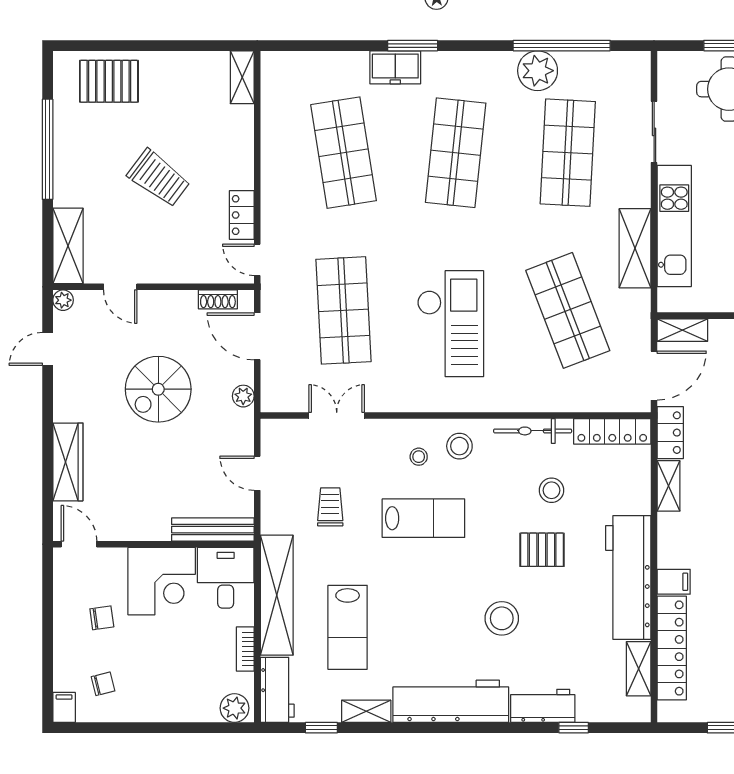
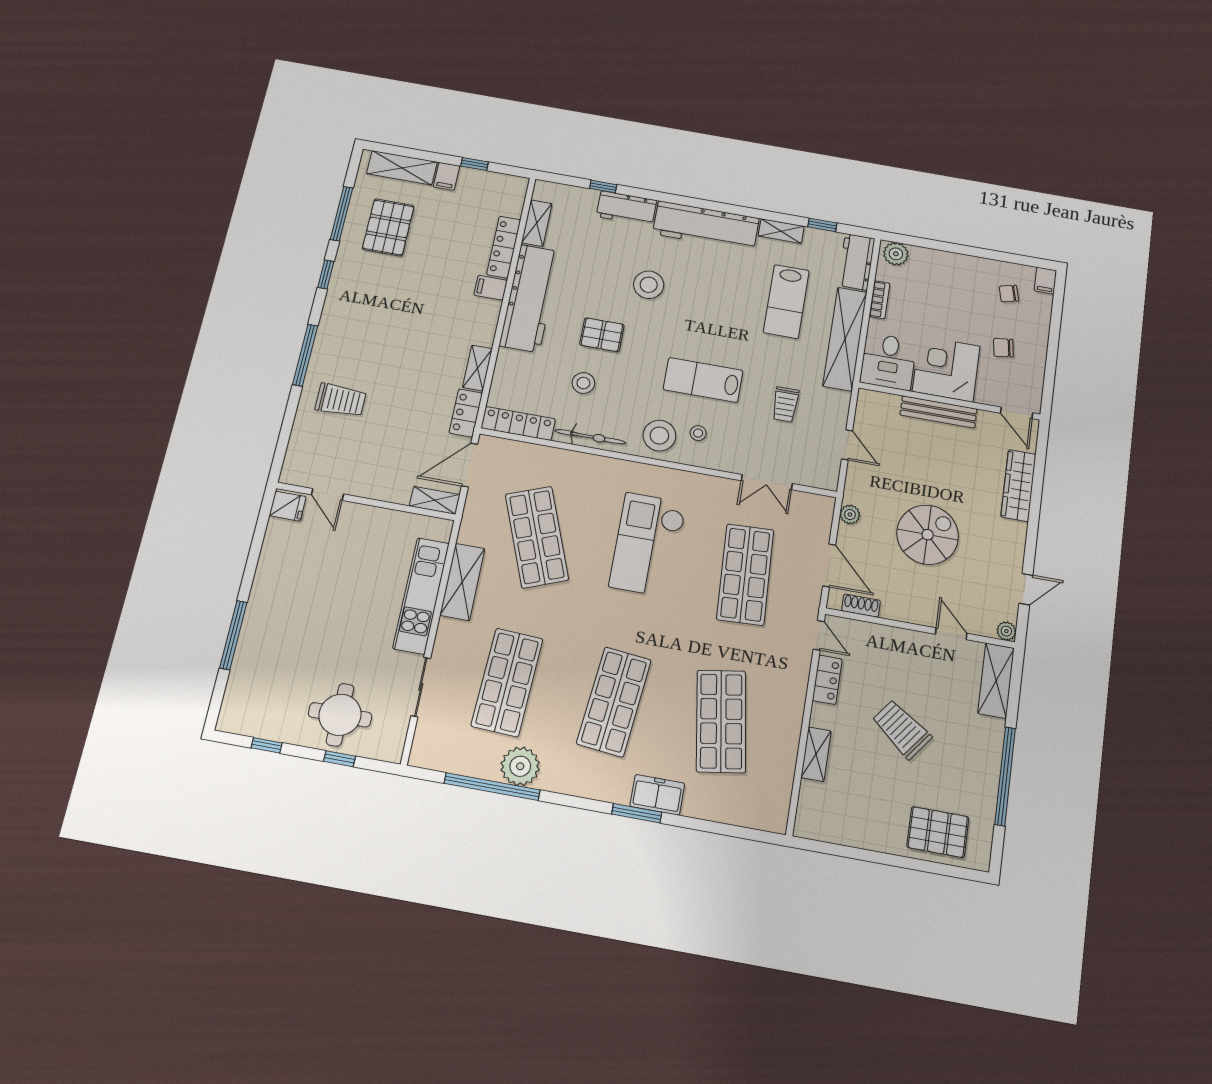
shelving: (242, 77) -> (816, 754), moved
stool: (459, 446) -> (659, 436), width x1.38, depth x1.38
bench: (213, 530) -> (938, 412), moved
lab bench: (348, 627) -> (786, 301), turned 180
locker: (672, 648) -> (504, 247), width x0.71, depth x0.83

